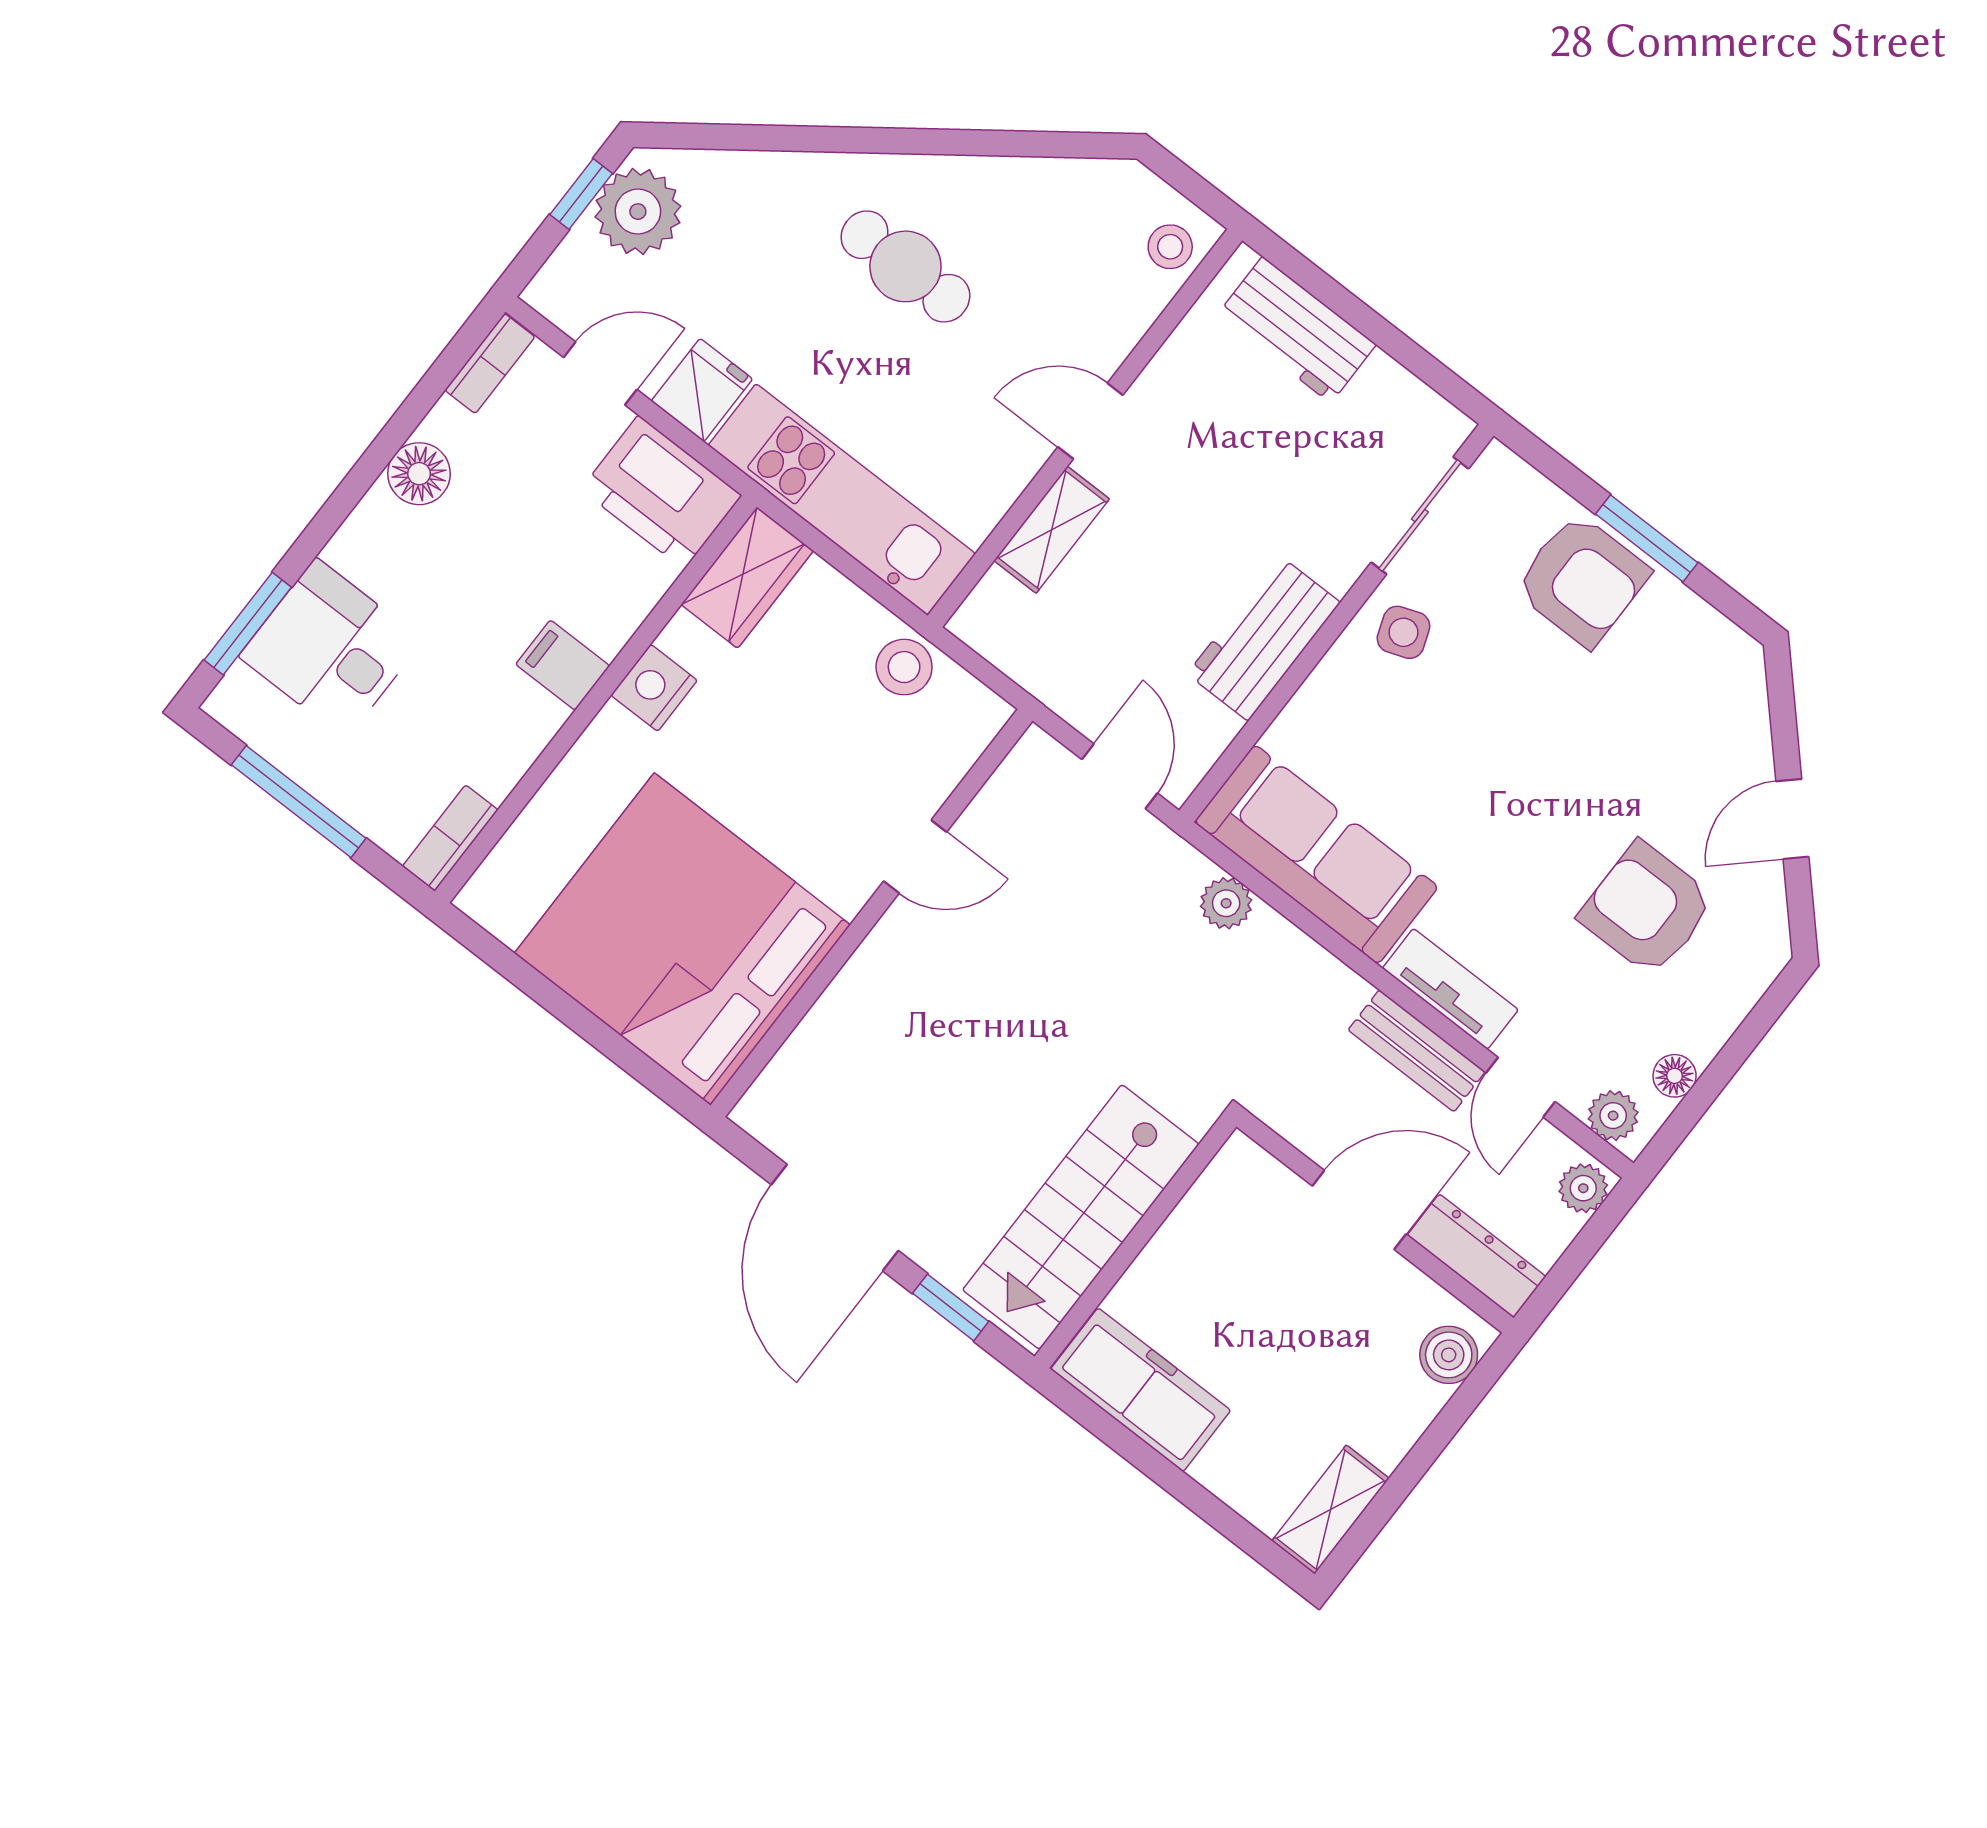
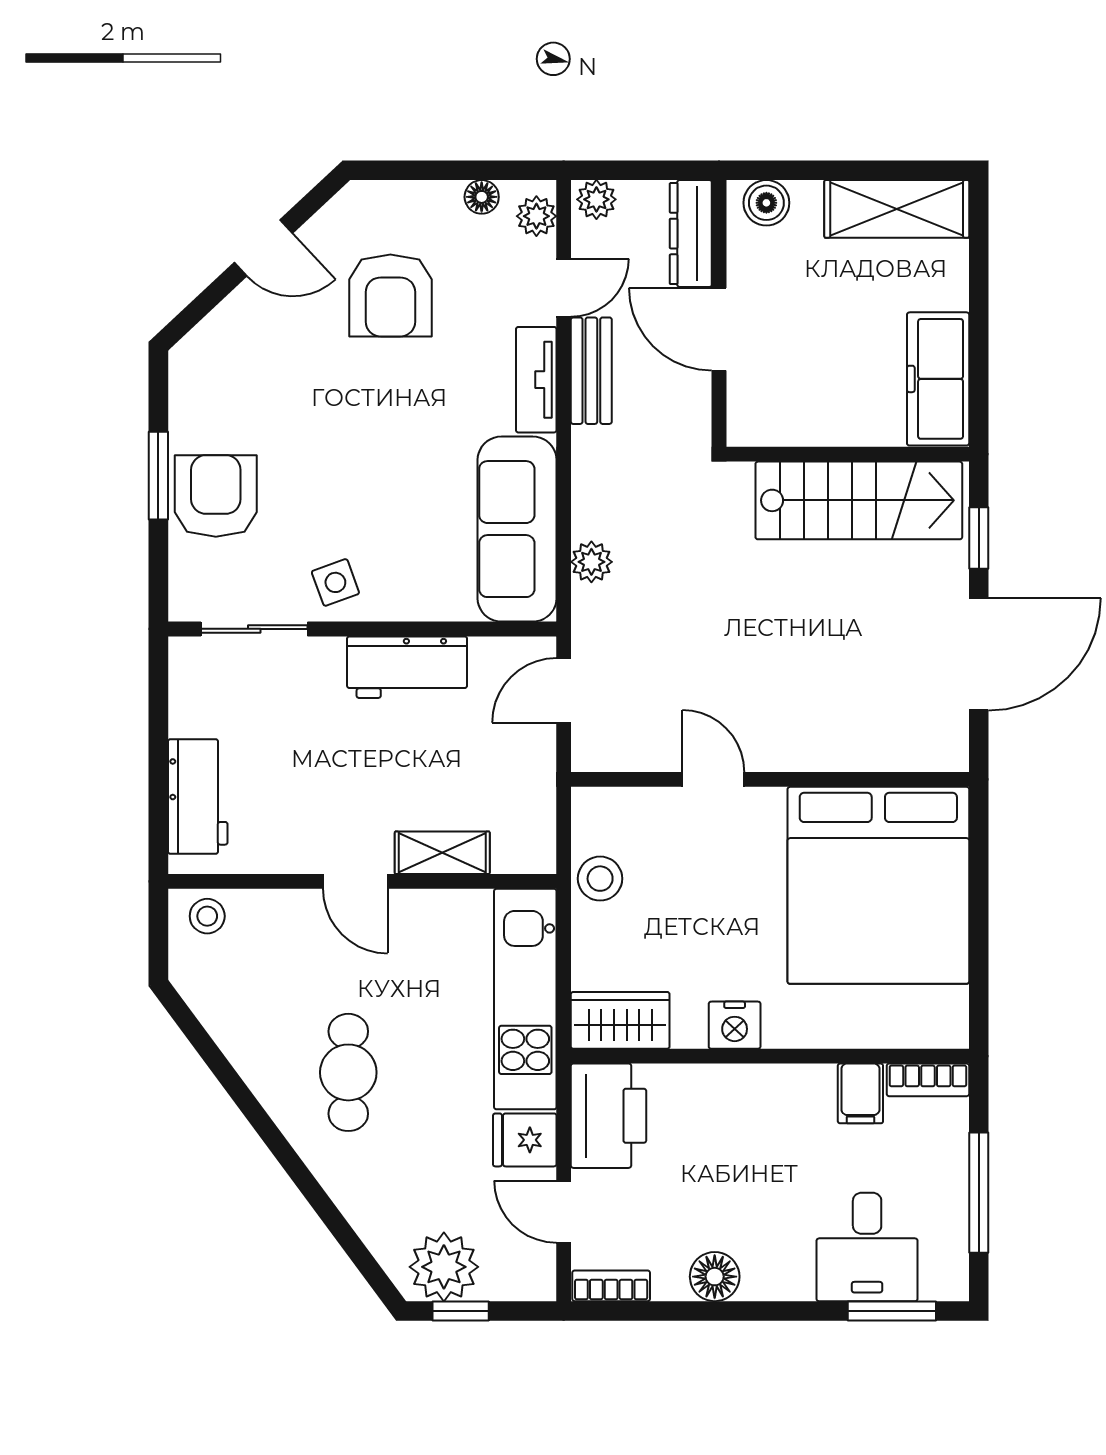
filing cabinet: (563, 665) -> (860, 1093), moved
shelving: (1331, 1510) -> (897, 209), width x1.50, depth x1.33

